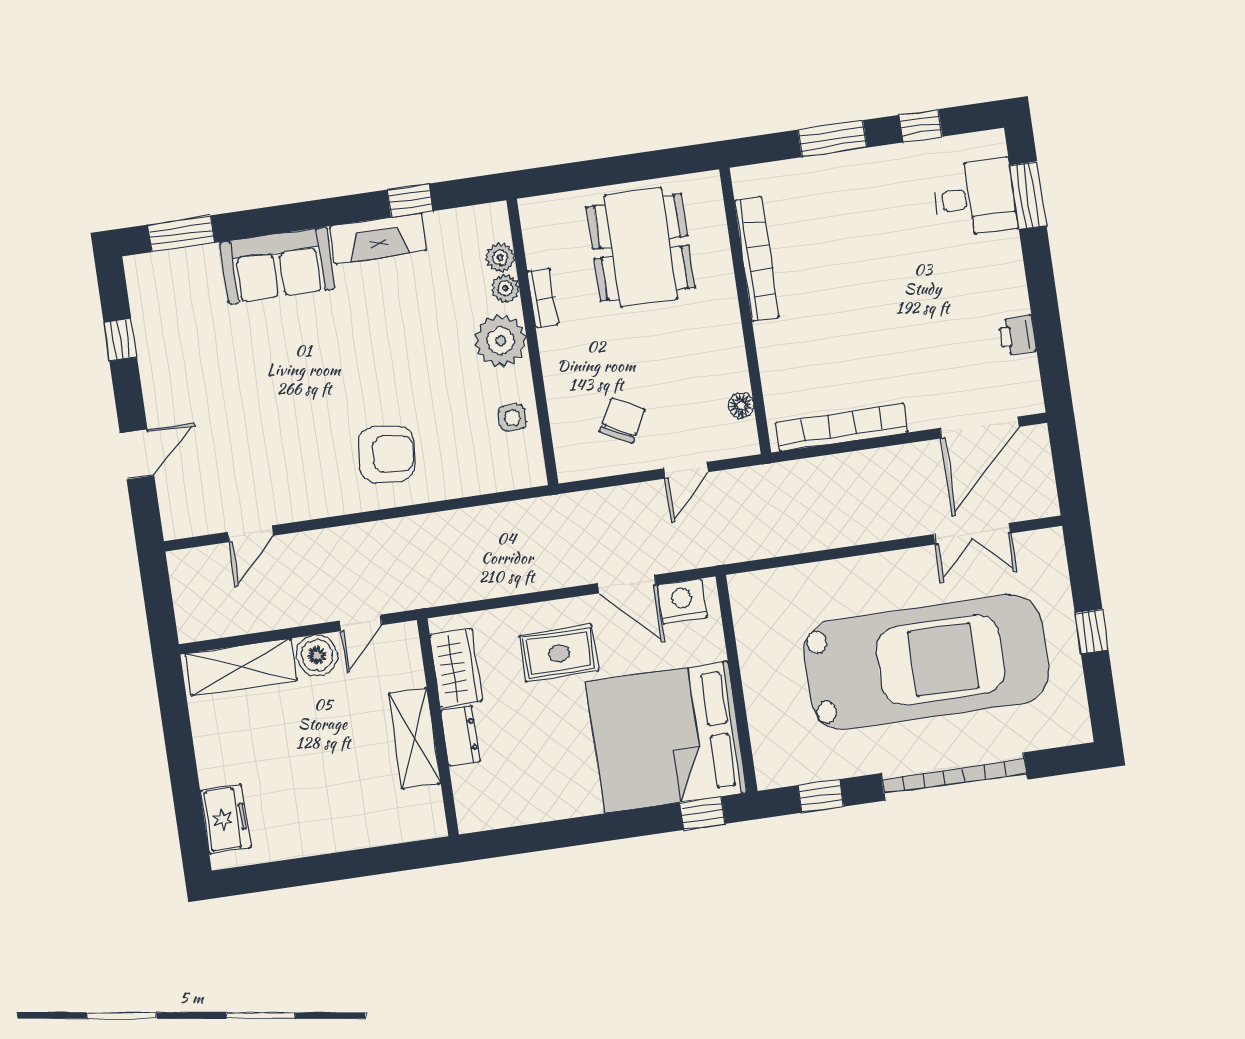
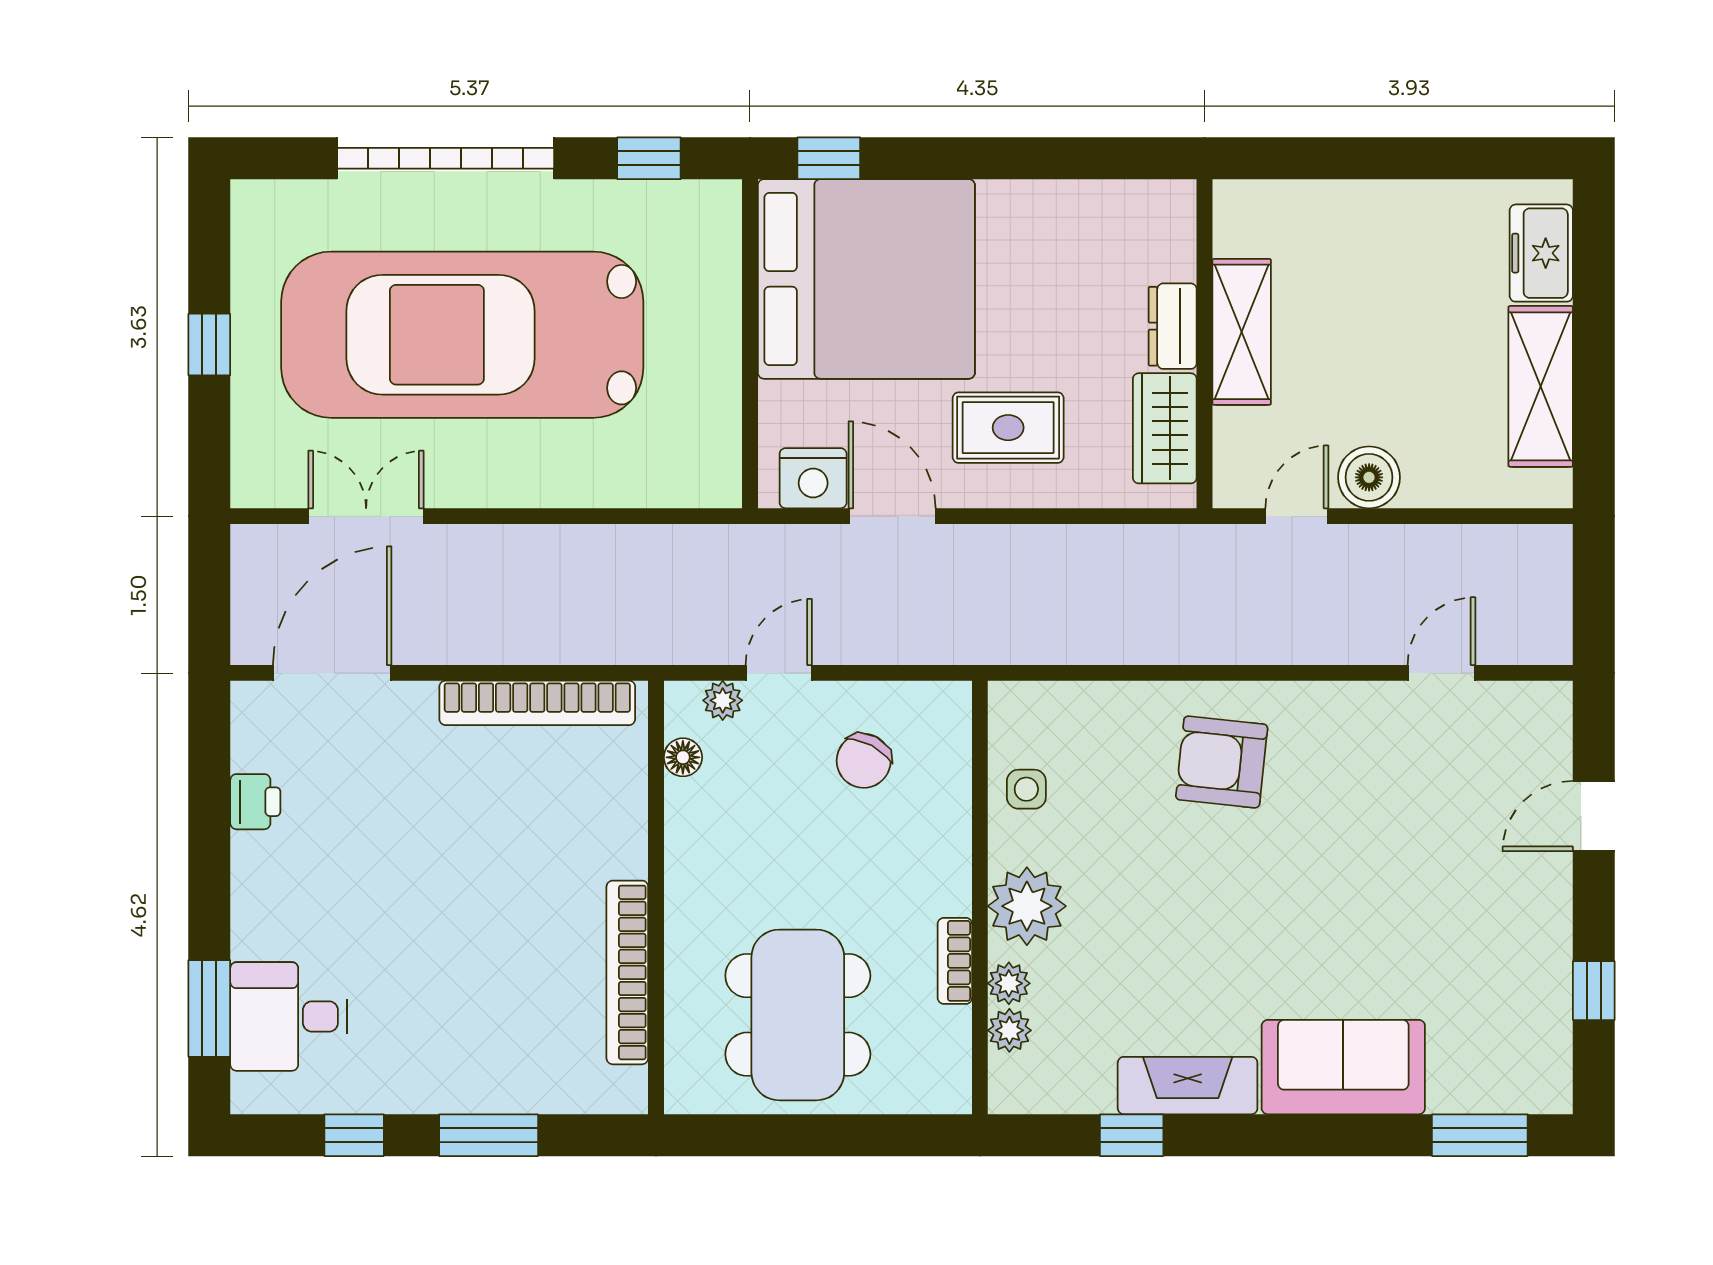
plant: (720, 447) -> (723, 700), added
shelving: (241, 667) -> (1541, 386), moved, turned 90

